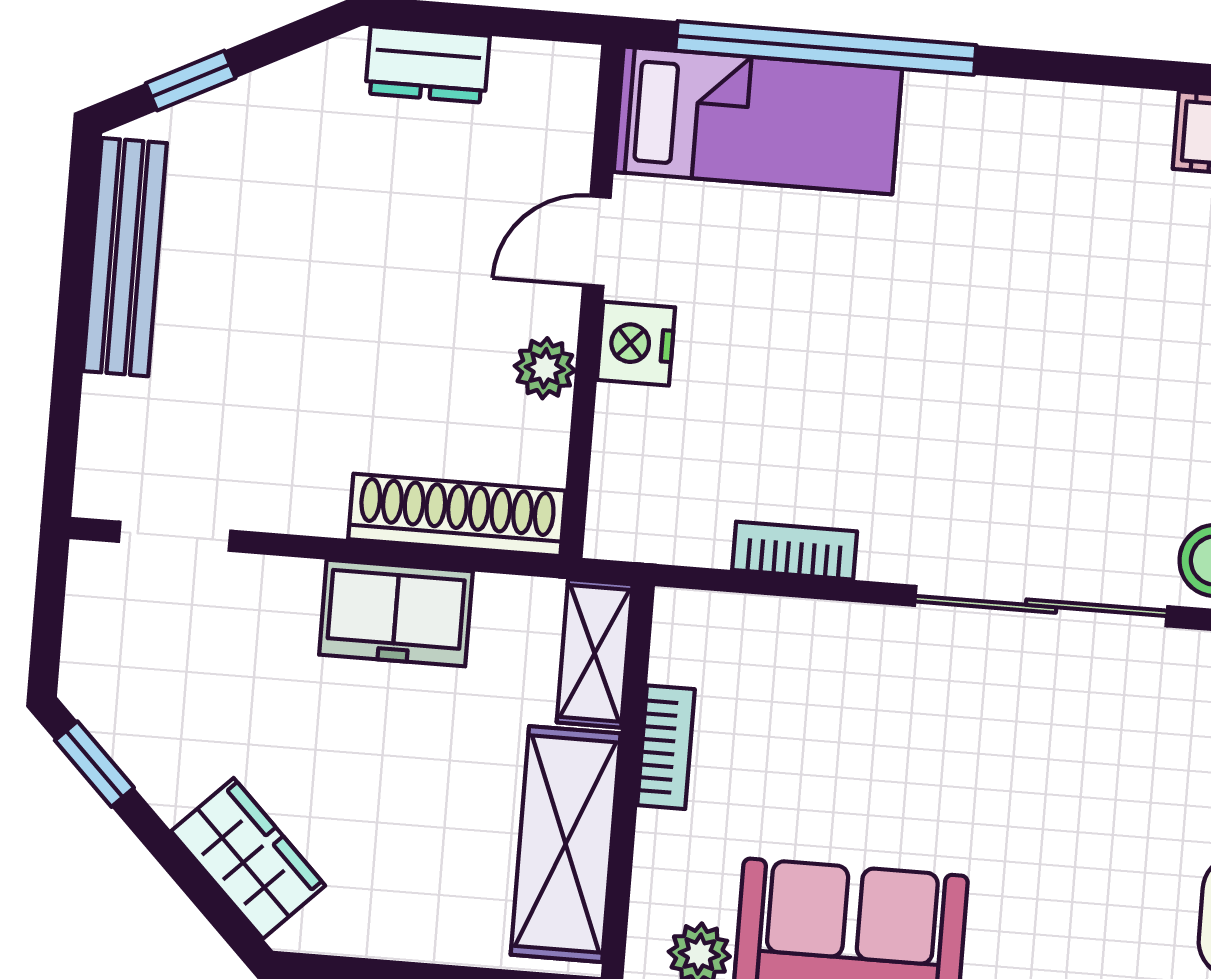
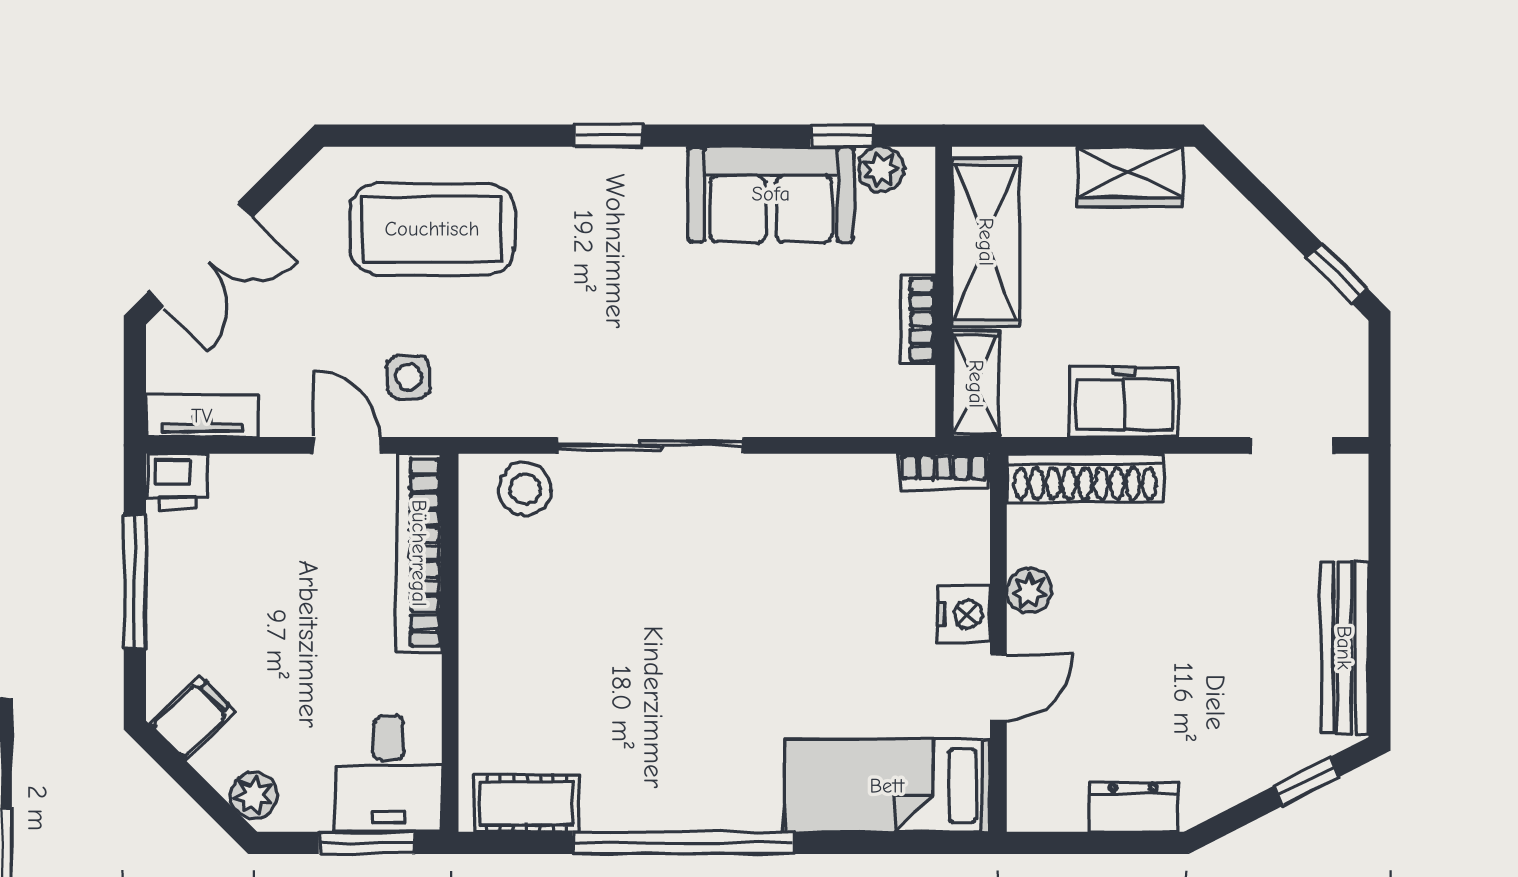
window: (826, 48) -> (683, 843), moved
bookcase: (795, 551) -> (944, 471), moved
wardrobe: (248, 858) -> (1130, 177), moved, turned -45

